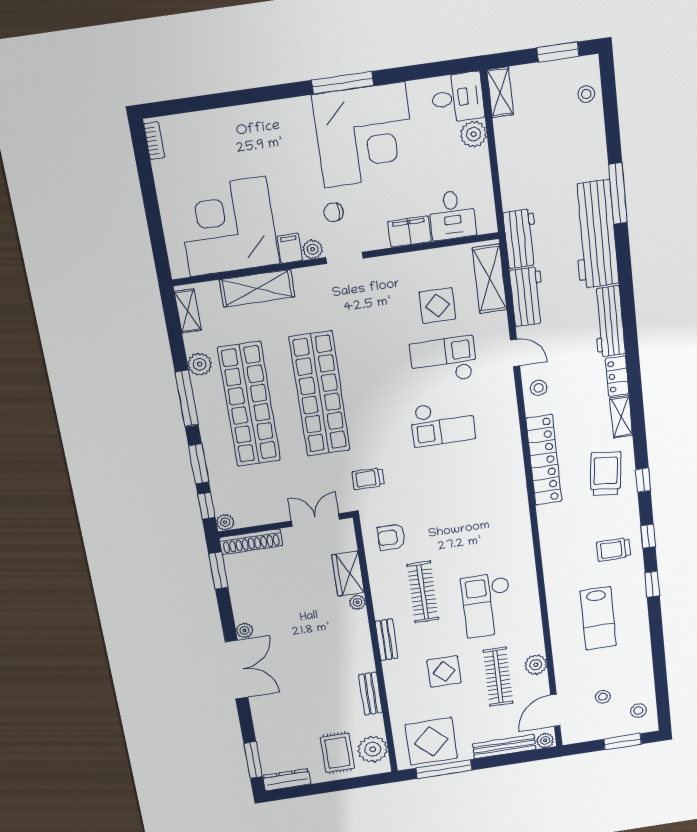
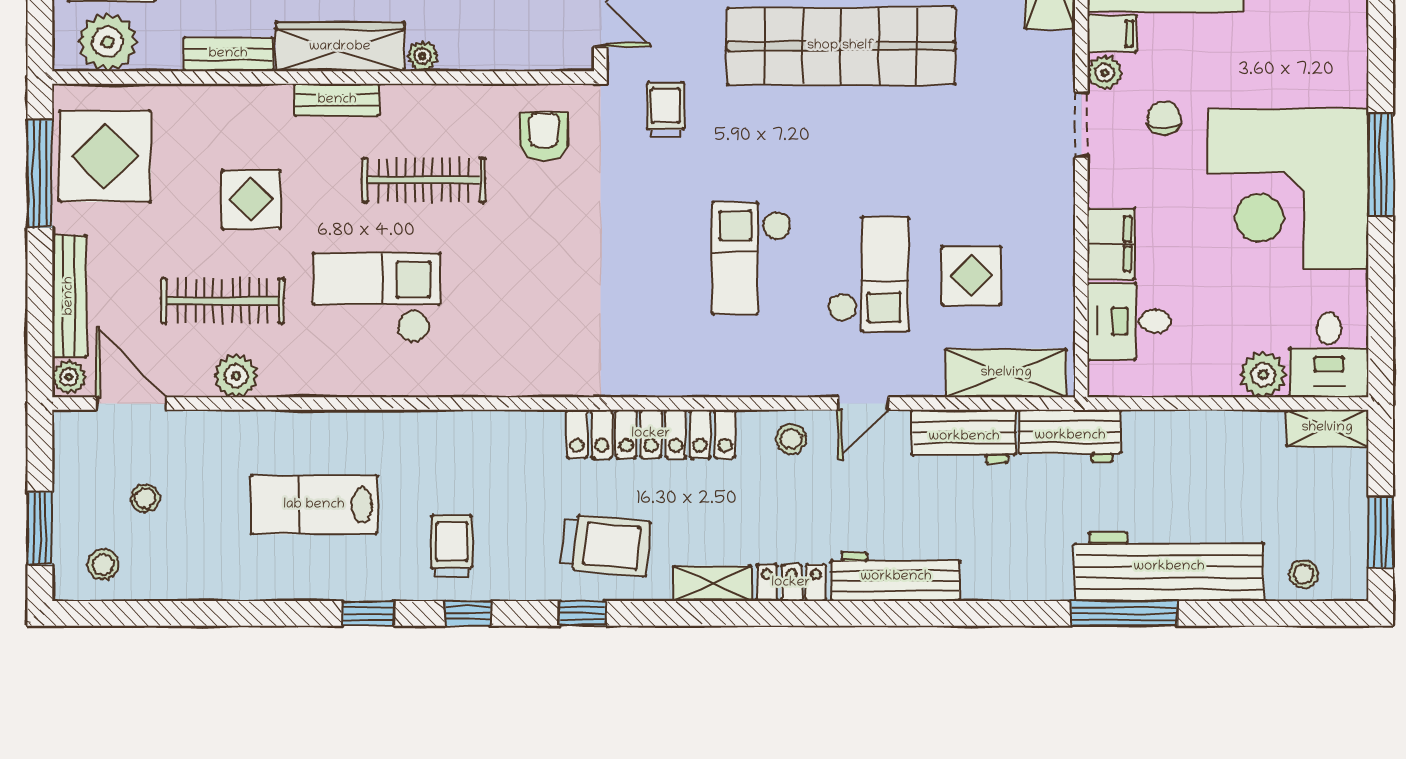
workbench: (595, 235) -> (1169, 567), moved
wardrobe: (348, 574) -> (340, 47), moved, width x1.50

